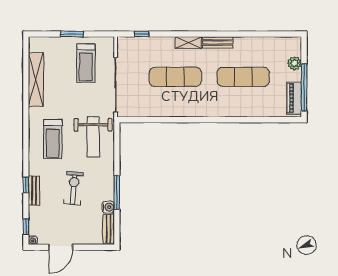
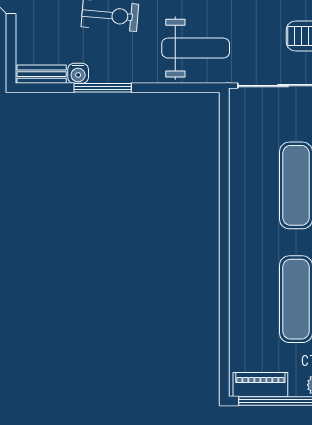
weight bench: (93, 137) -> (196, 48), turned 180

